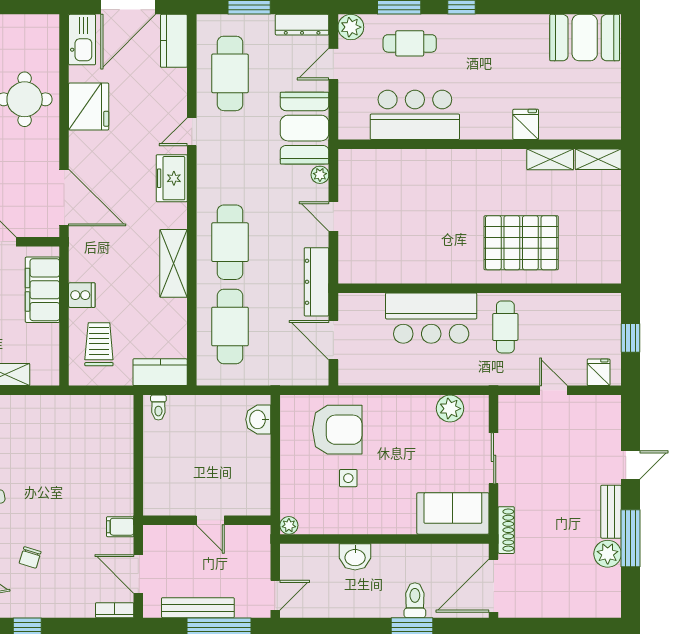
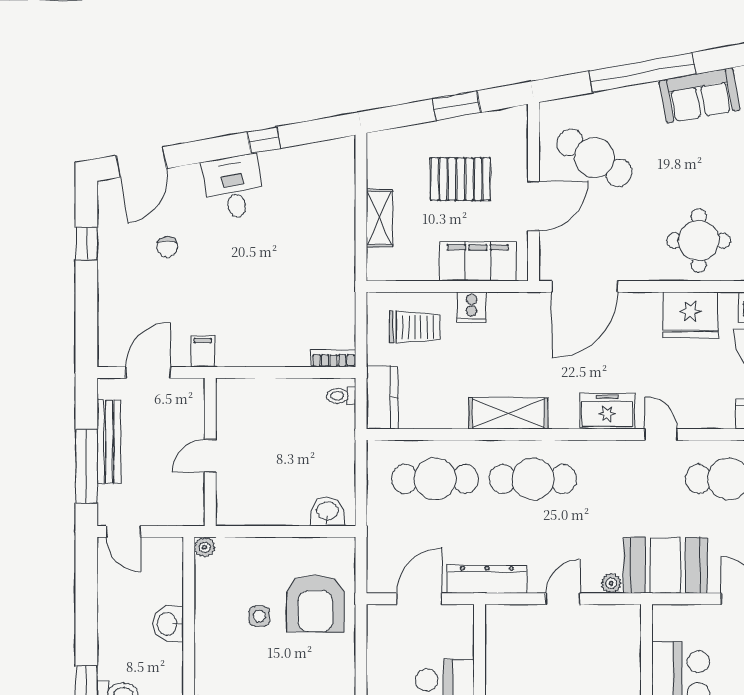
chair: (30, 557) -> (167, 247), turned -107
bookcase: (115, 610) -> (334, 358), moved, turned -90

